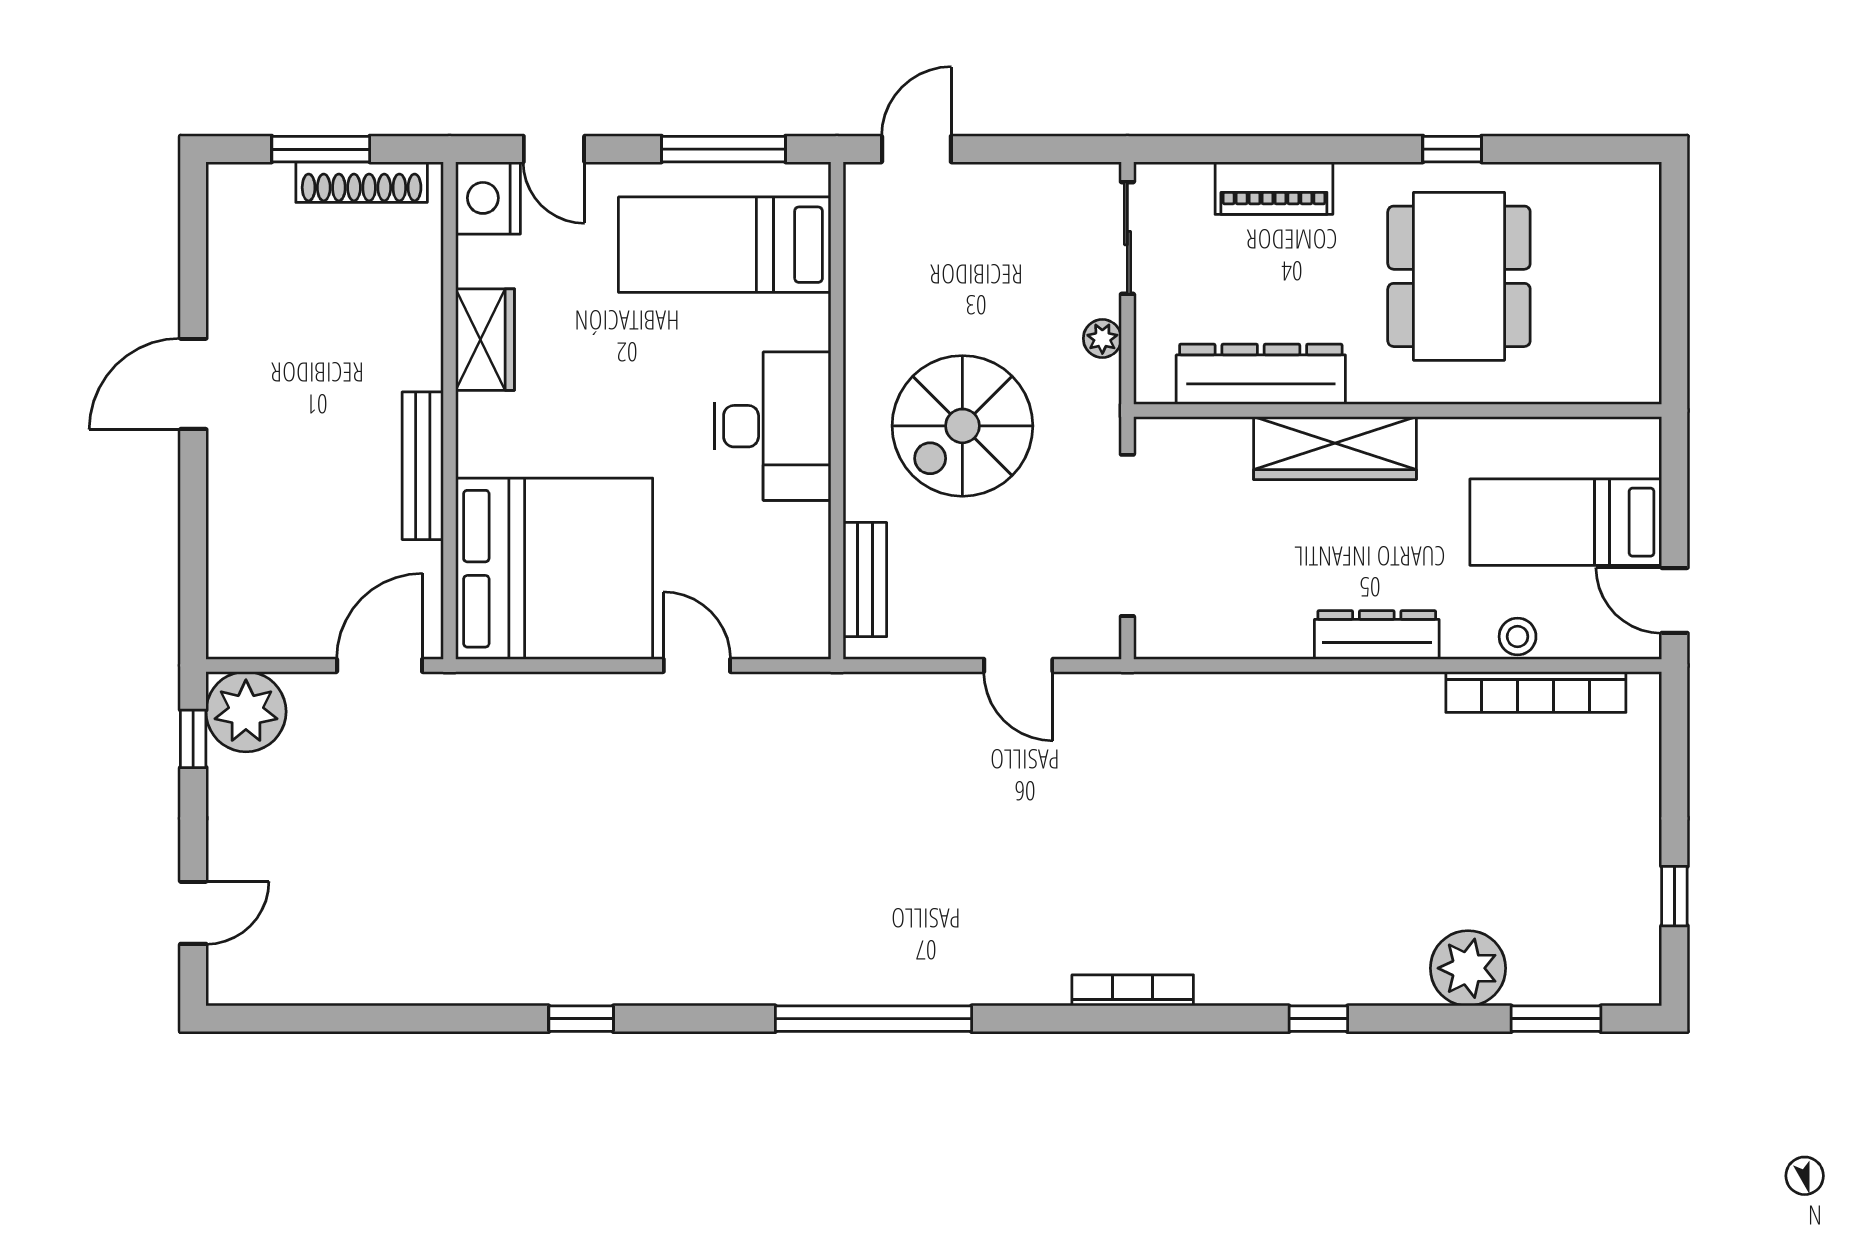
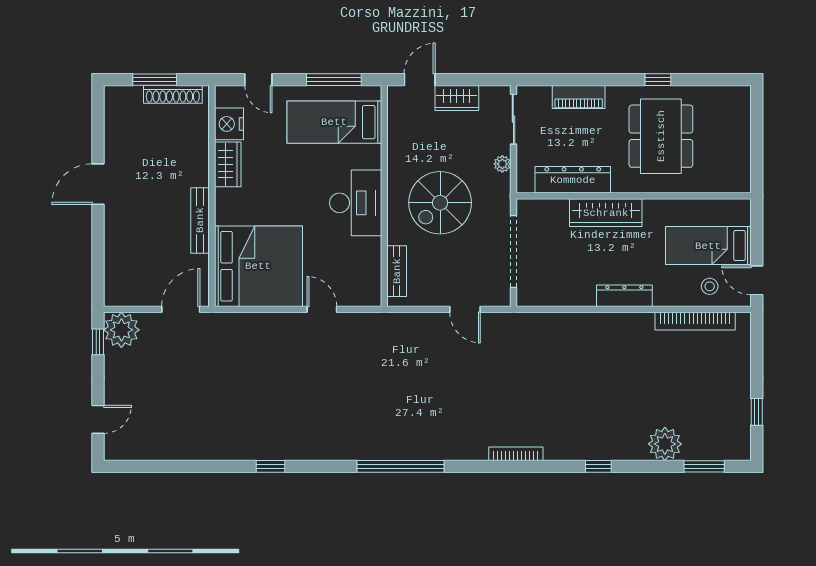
wardrobe: (1000, 190) -> (457, 98), added
nightstand: (488, 198) -> (229, 124), moved
stool: (1518, 637) -> (710, 286), moved

